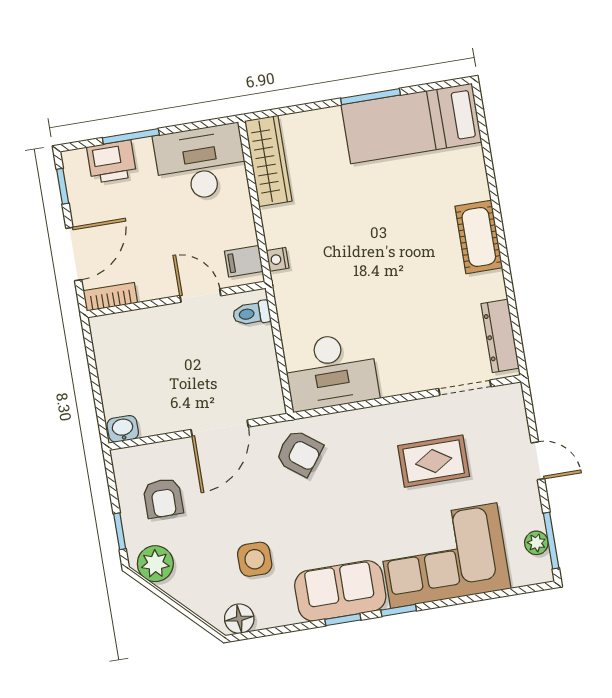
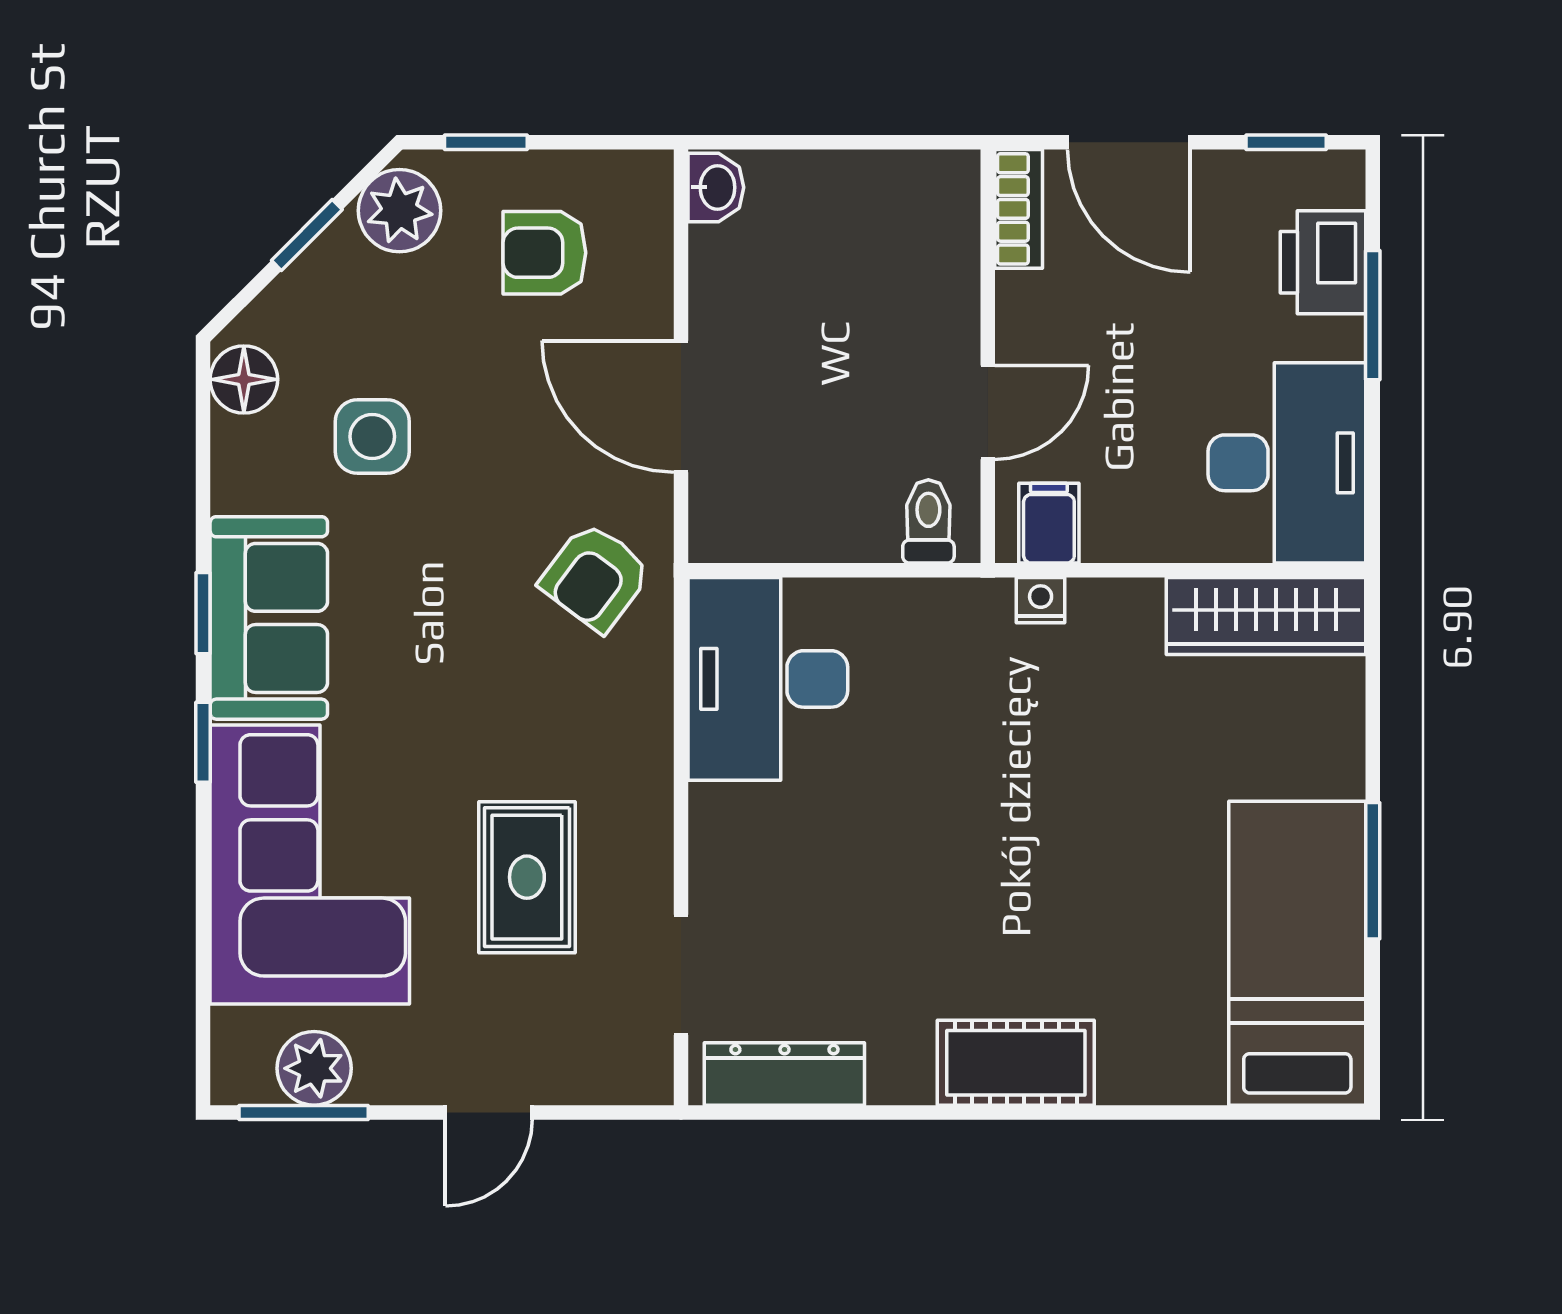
plant: (536, 543) -> (314, 1068), width x1.38, depth x1.38
window: (172, 602) -> (307, 235), added

